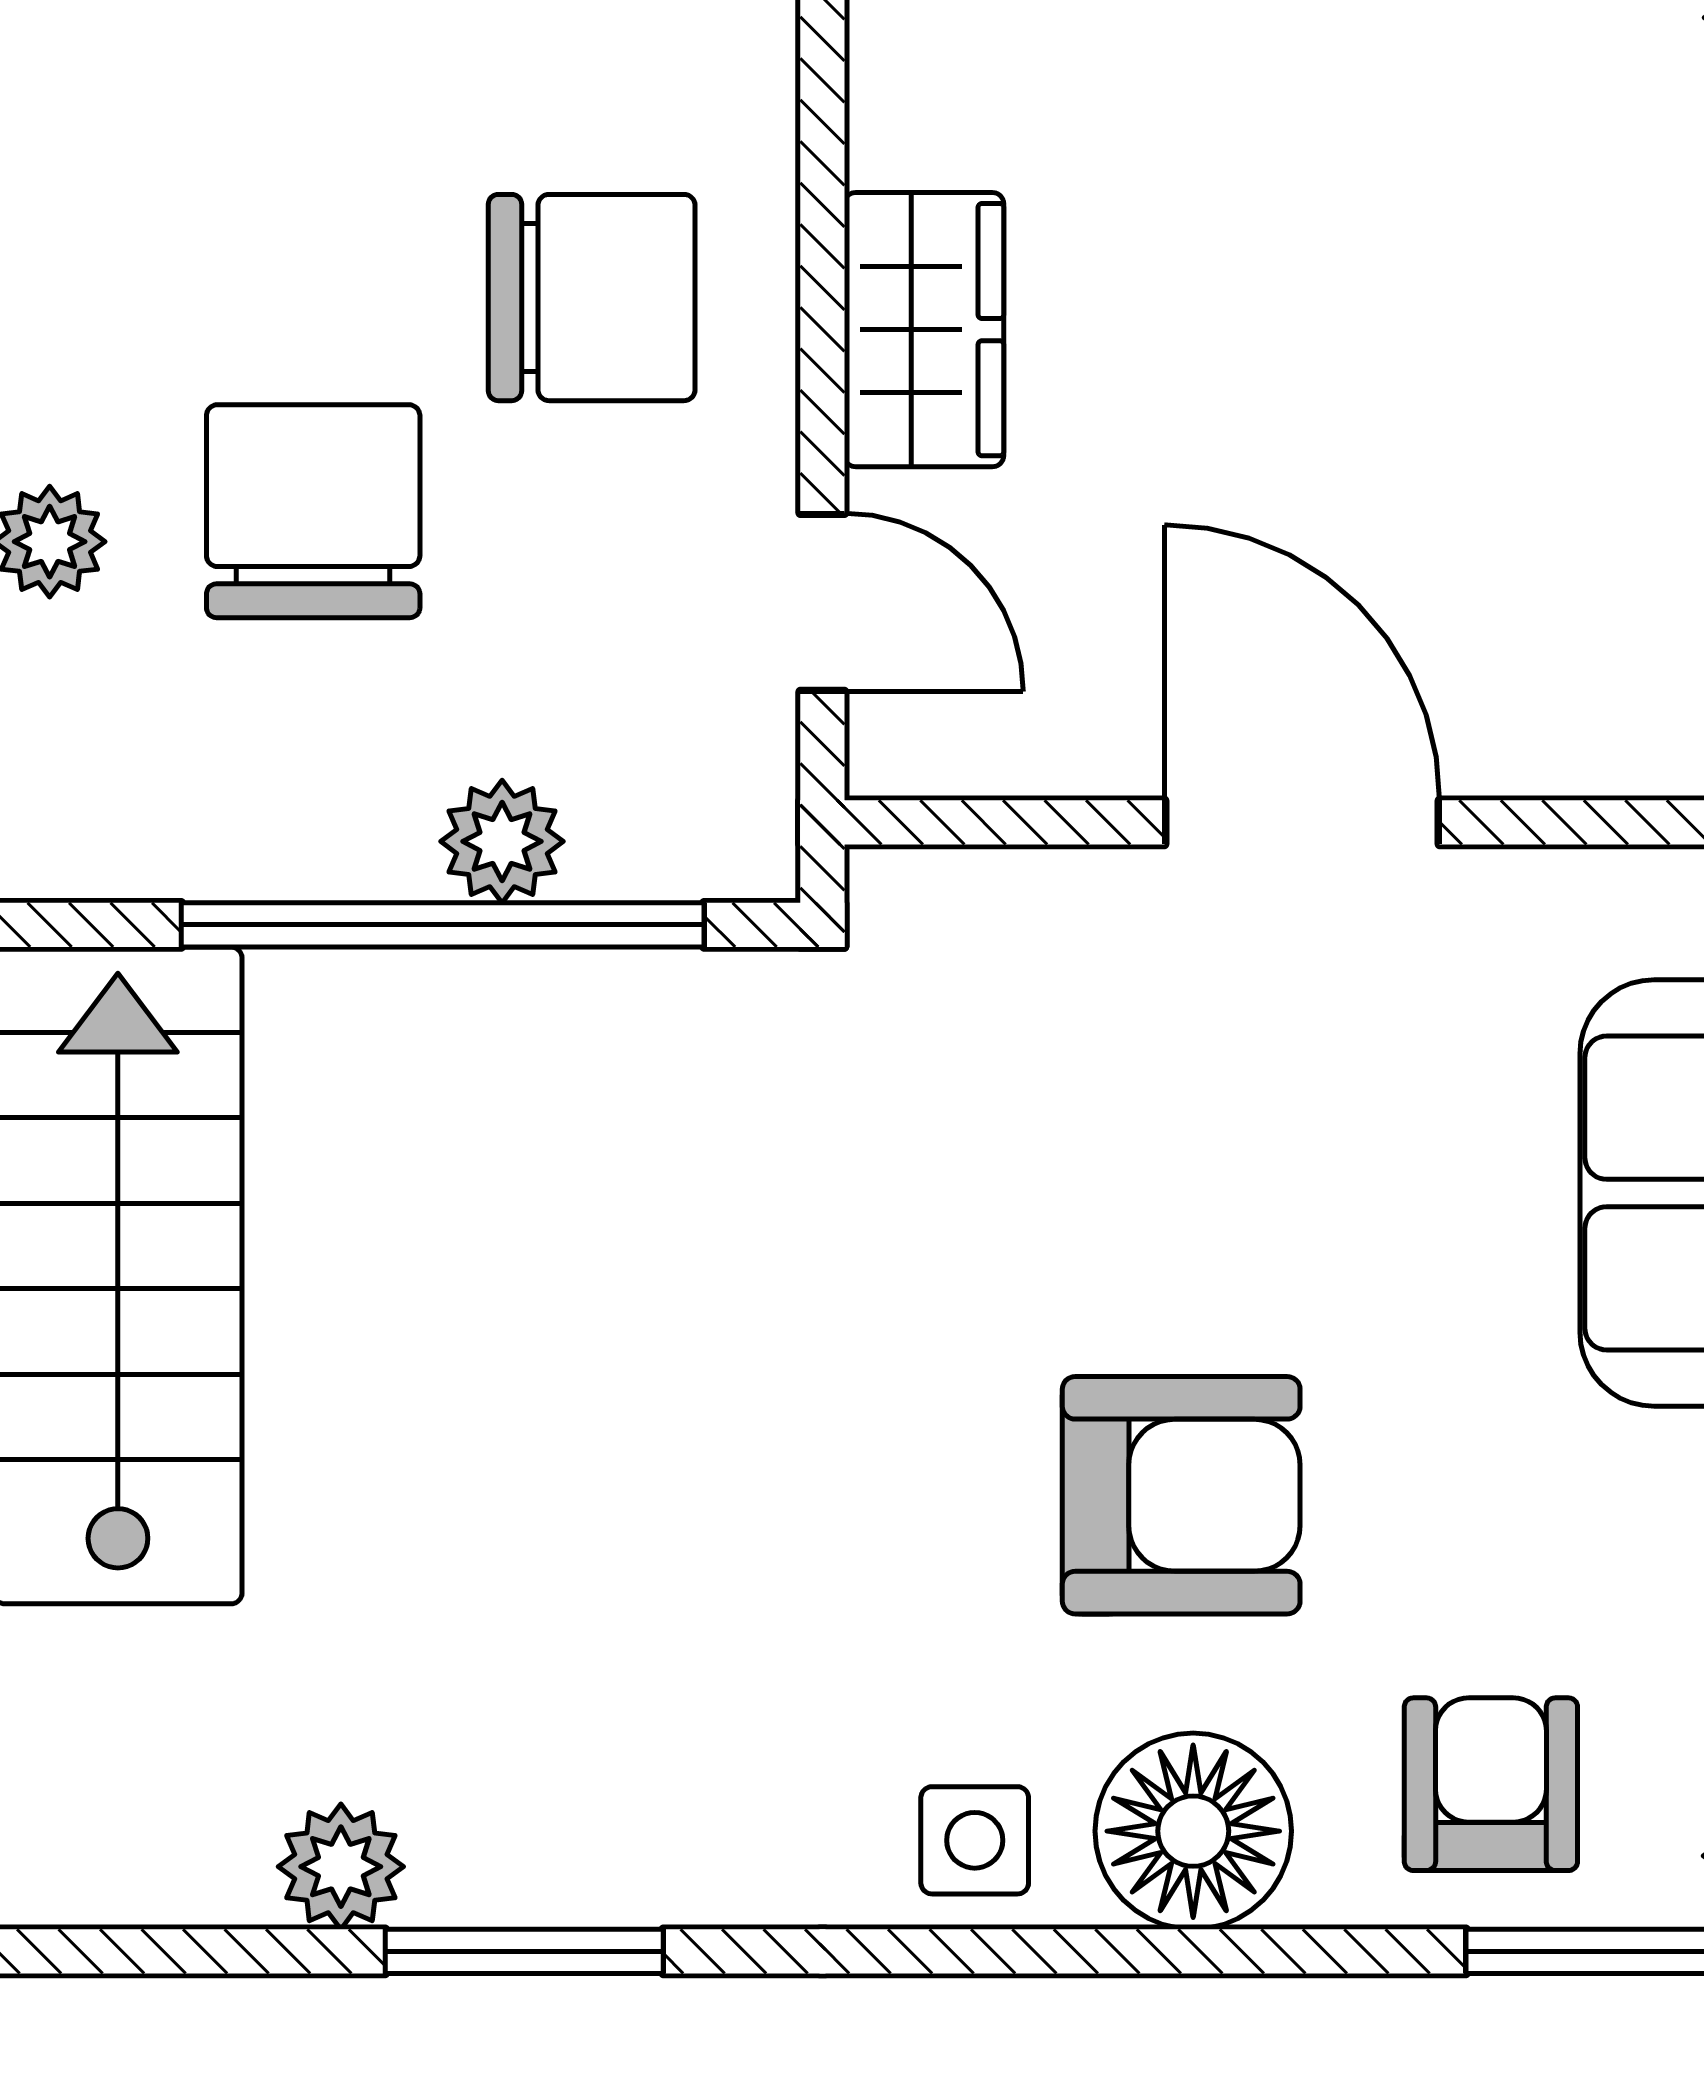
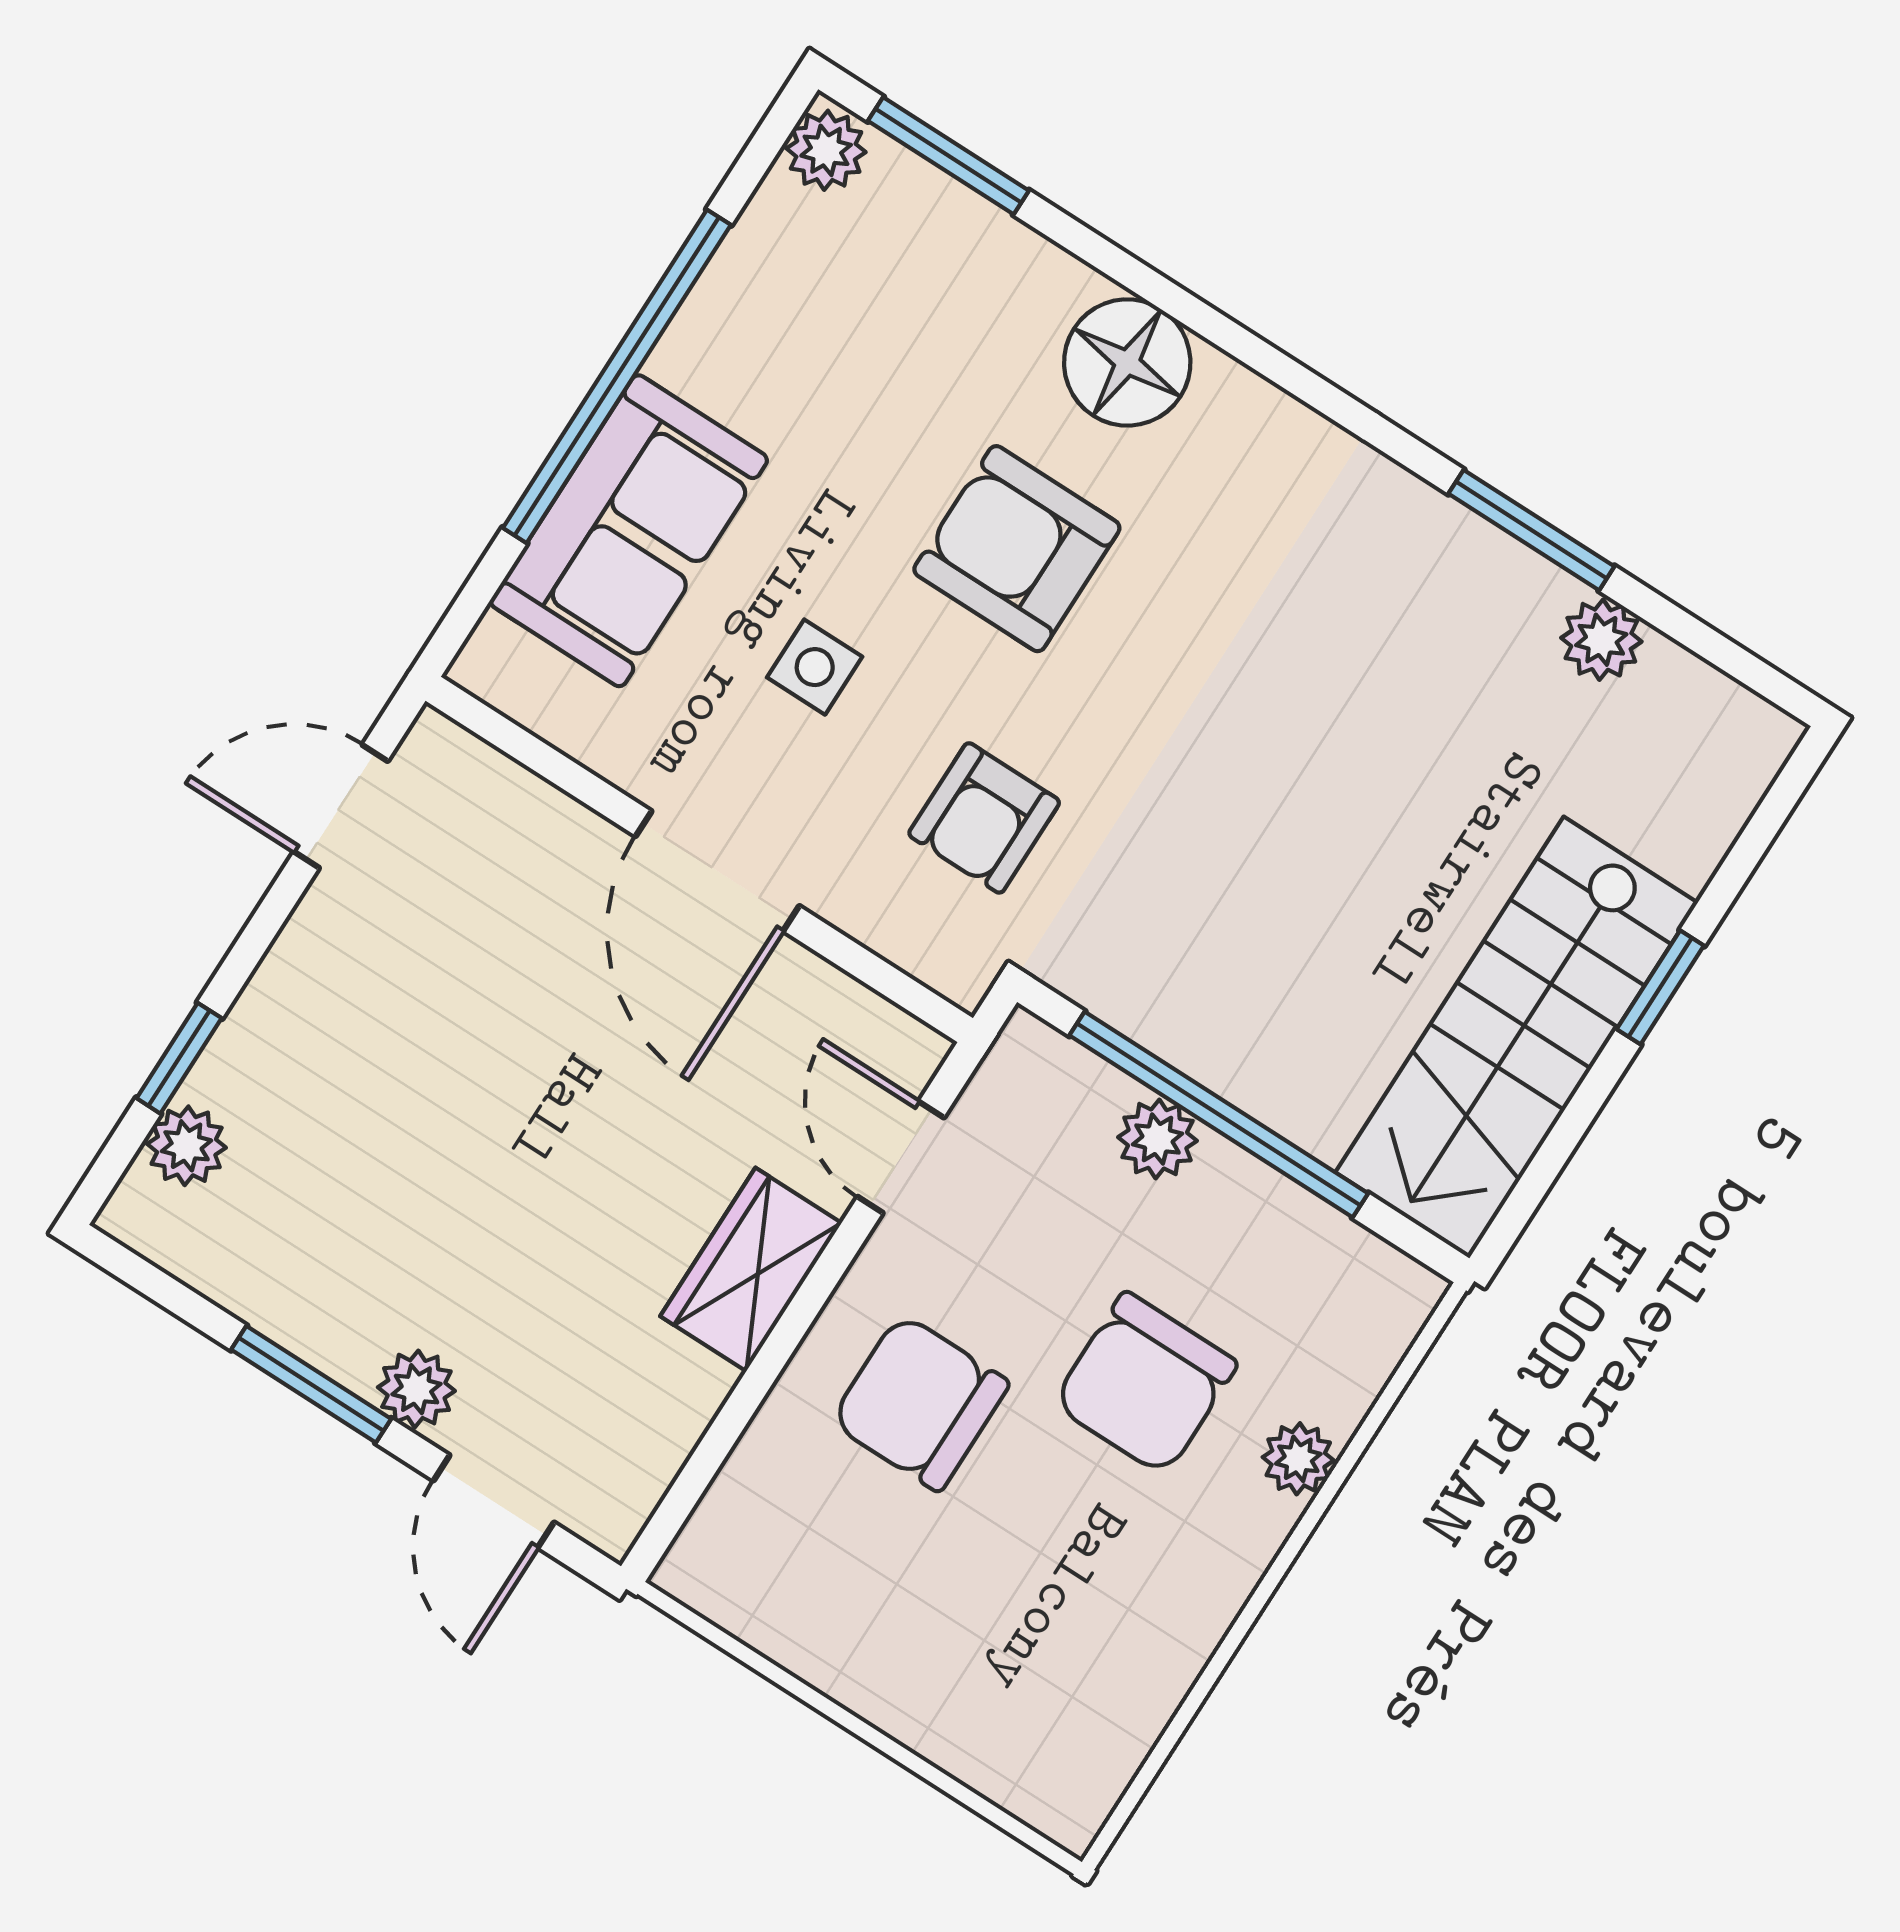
armchair: (1491, 1784) -> (984, 818), moved
side table: (975, 1840) -> (815, 667), moved

